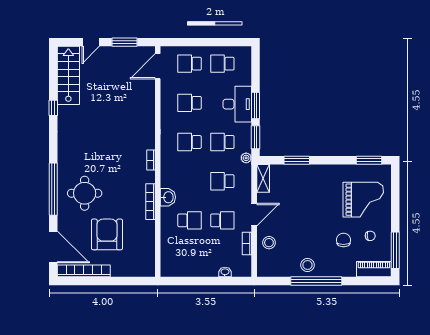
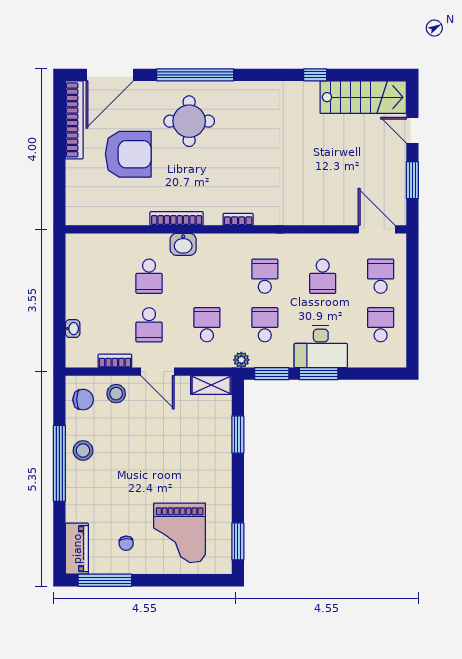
school desk: (190, 103) -> (323, 276), turned 180
chair: (343, 240) -> (83, 400), moved

